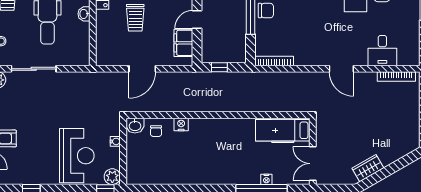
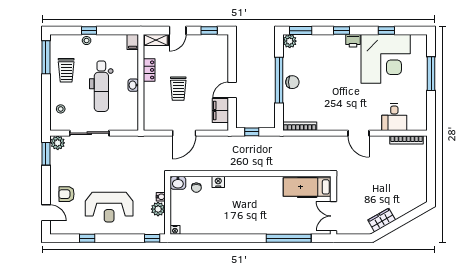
reception desk: (77, 156) -> (109, 207), moved, turned 90
plant: (112, 177) -> (158, 209), moved
nightstand: (266, 179) -> (175, 230), moved

